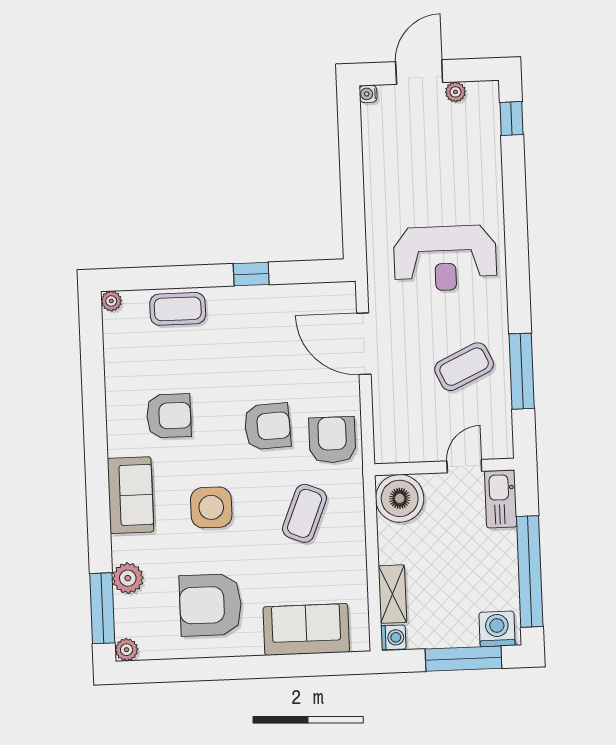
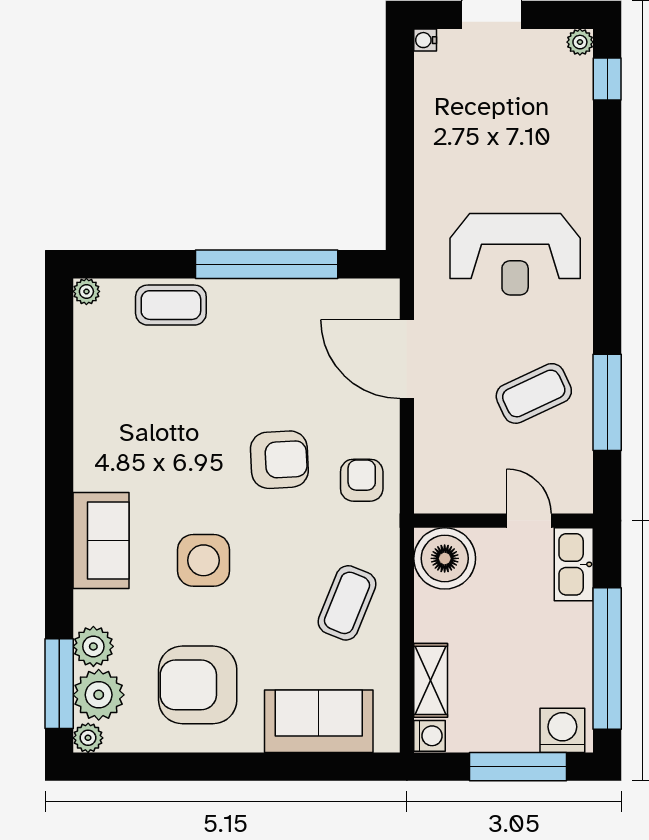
plant: (455, 92) -> (580, 42), moved
window: (251, 274) -> (267, 264), width x3.17
armchair: (169, 416) -> (154, 441), removed
armchair: (332, 440) -> (362, 480), width x0.72, depth x0.72
door: (464, 466) -> (529, 521), hinge flipped
coffee table: (305, 513) -> (347, 603), moved
plant: (133, 616) -> (99, 695), added

